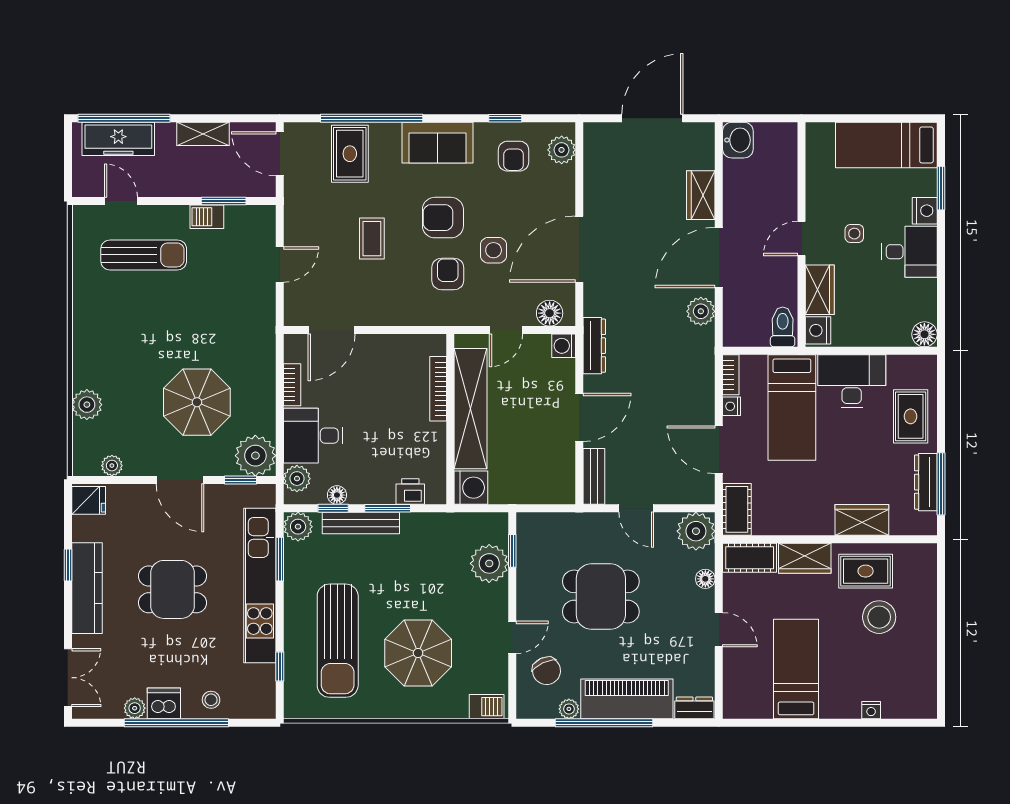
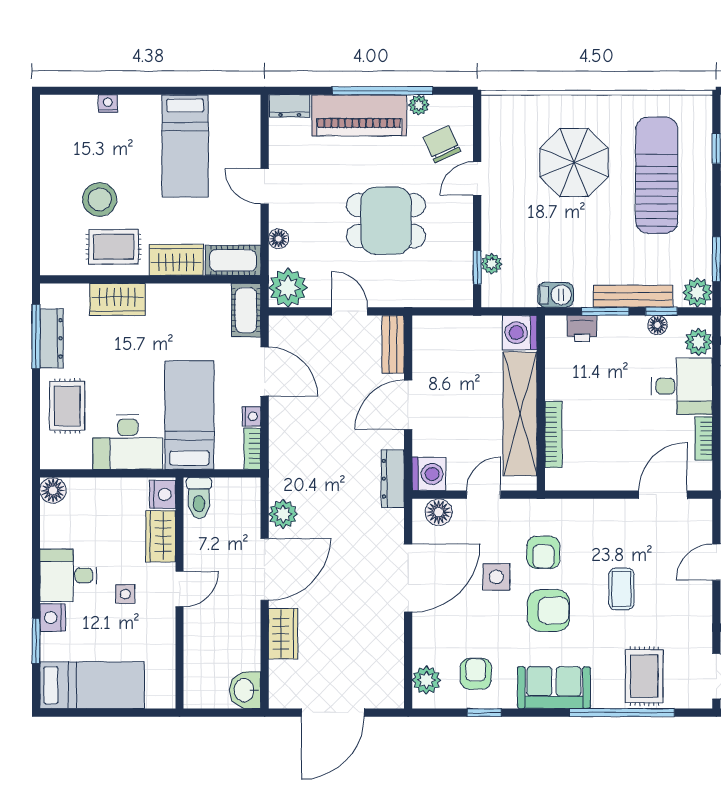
washing machine: (564, 346) -> (429, 474), width x1.38, depth x1.38
plant: (489, 563) -> (492, 264), width x0.53, depth x0.53
barbecue: (487, 707) -> (556, 295), moved, turned 180

